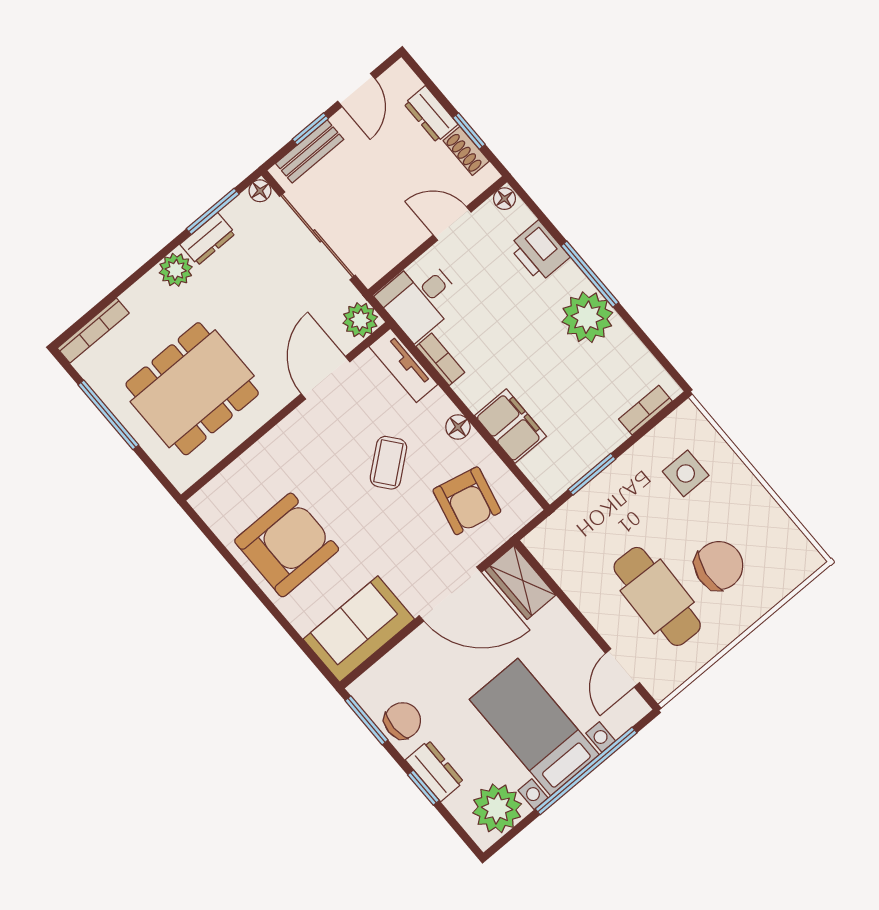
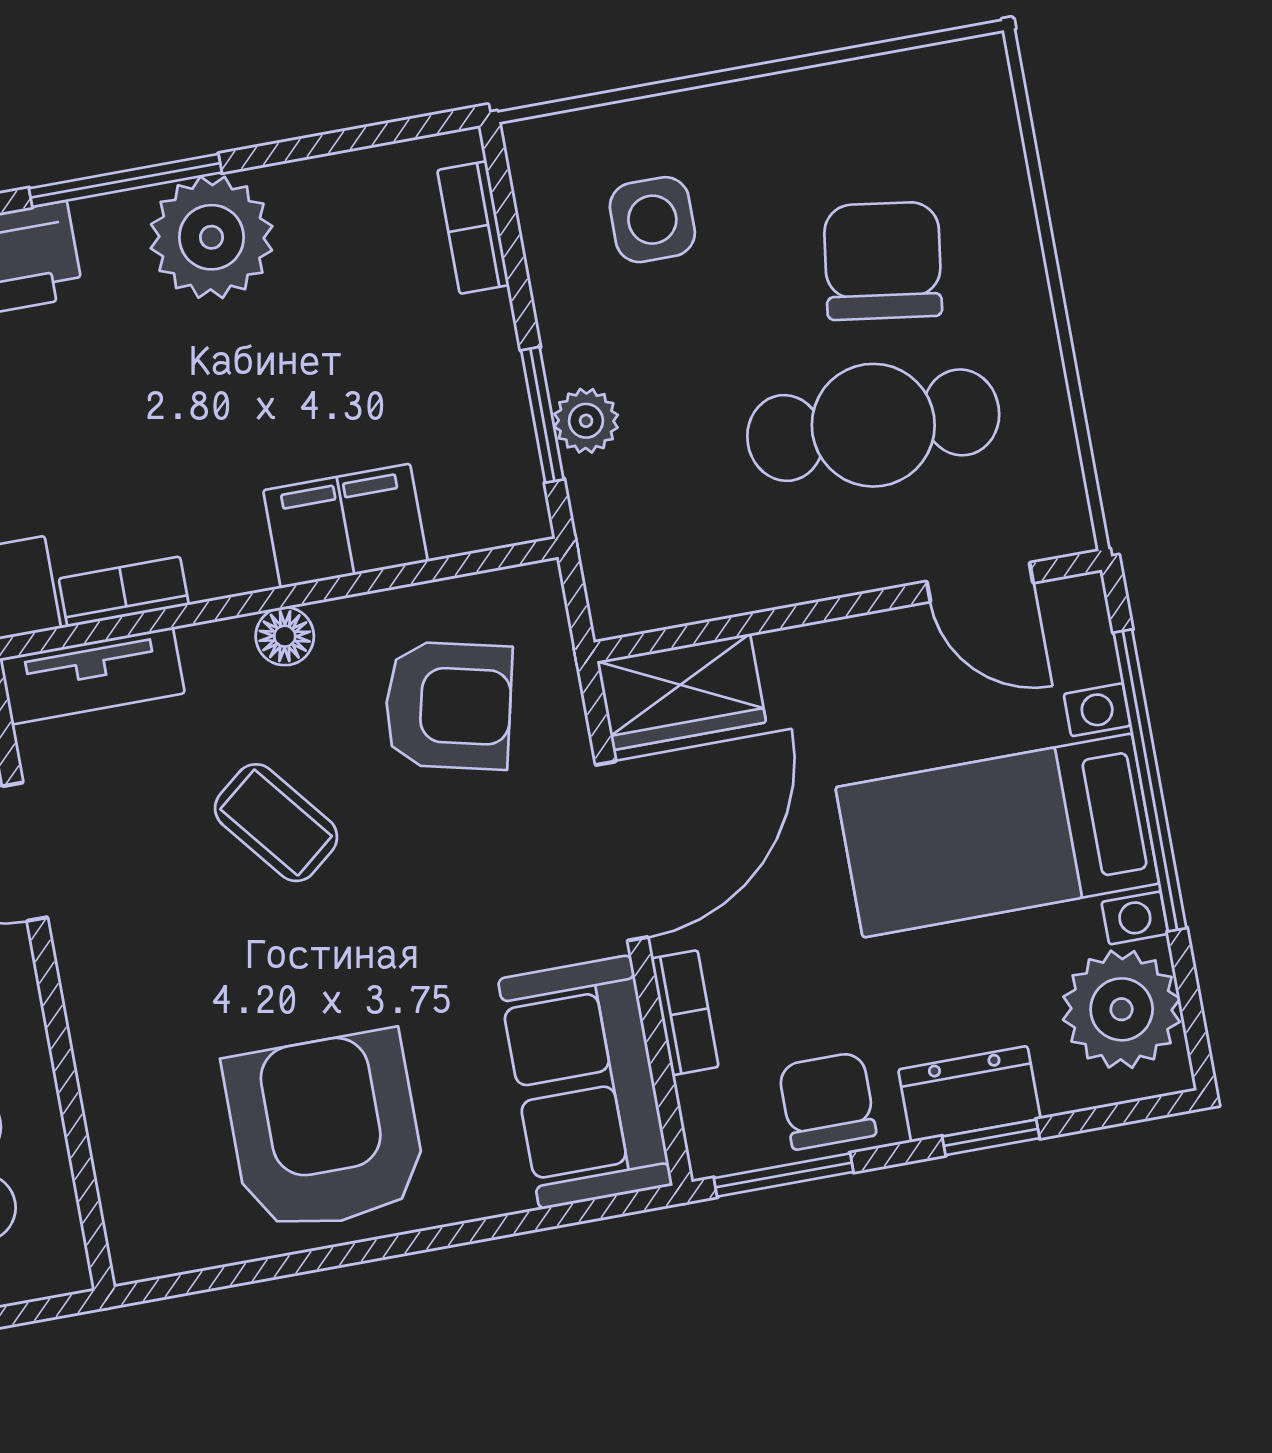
plant: (599, 491) -> (586, 421), added
bookcase: (405, 651) -> (685, 1013), added

